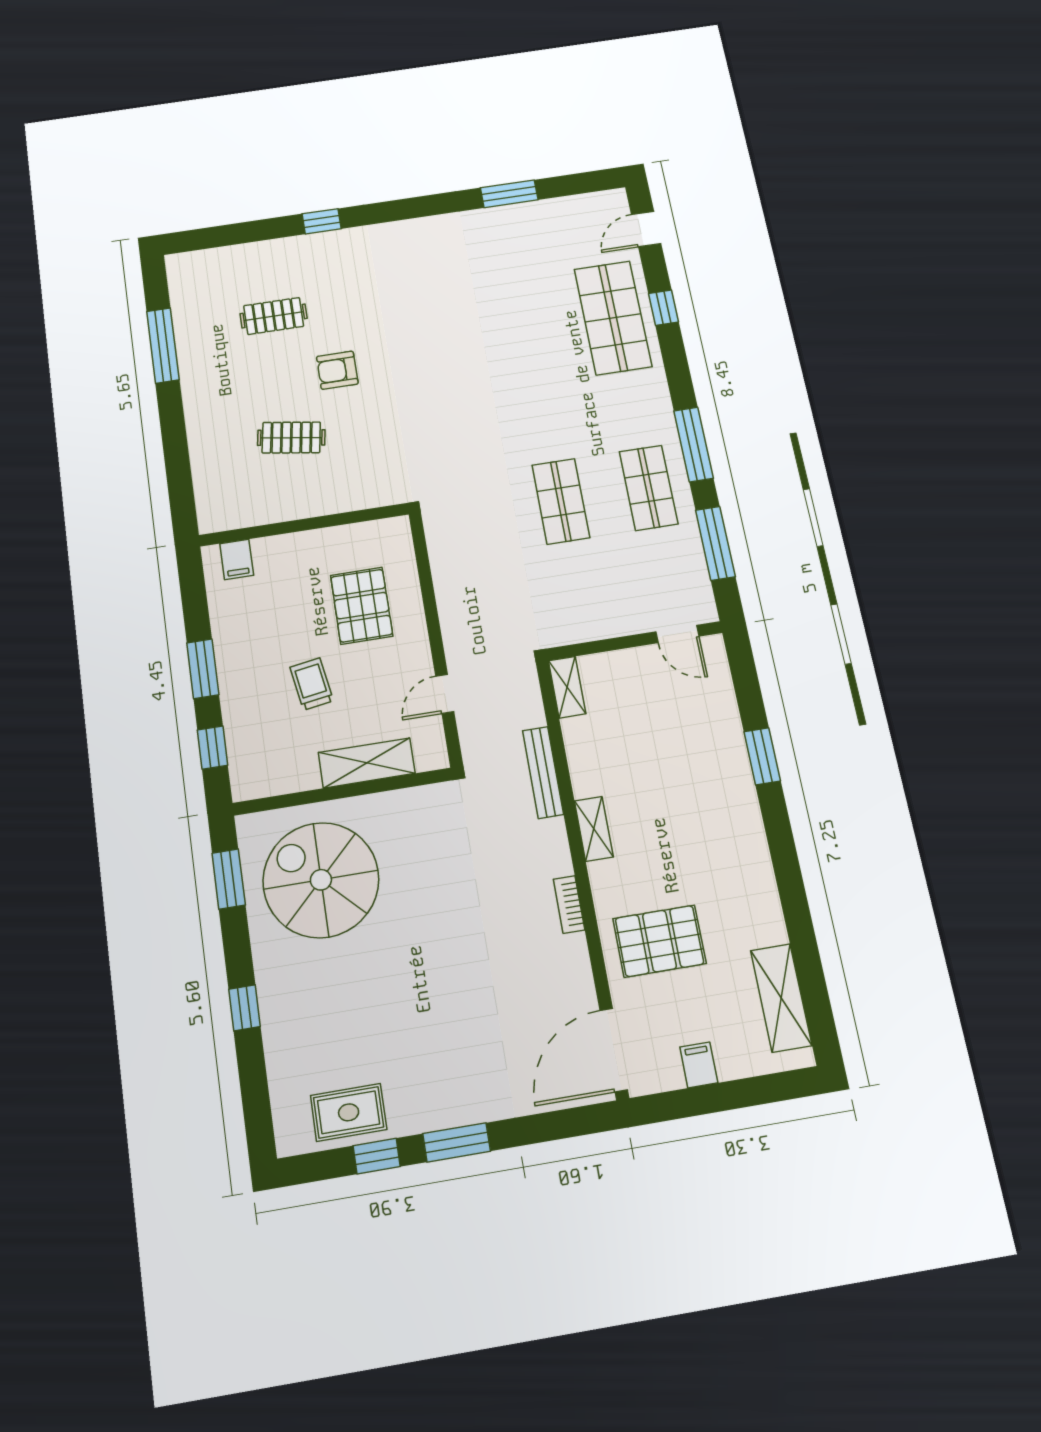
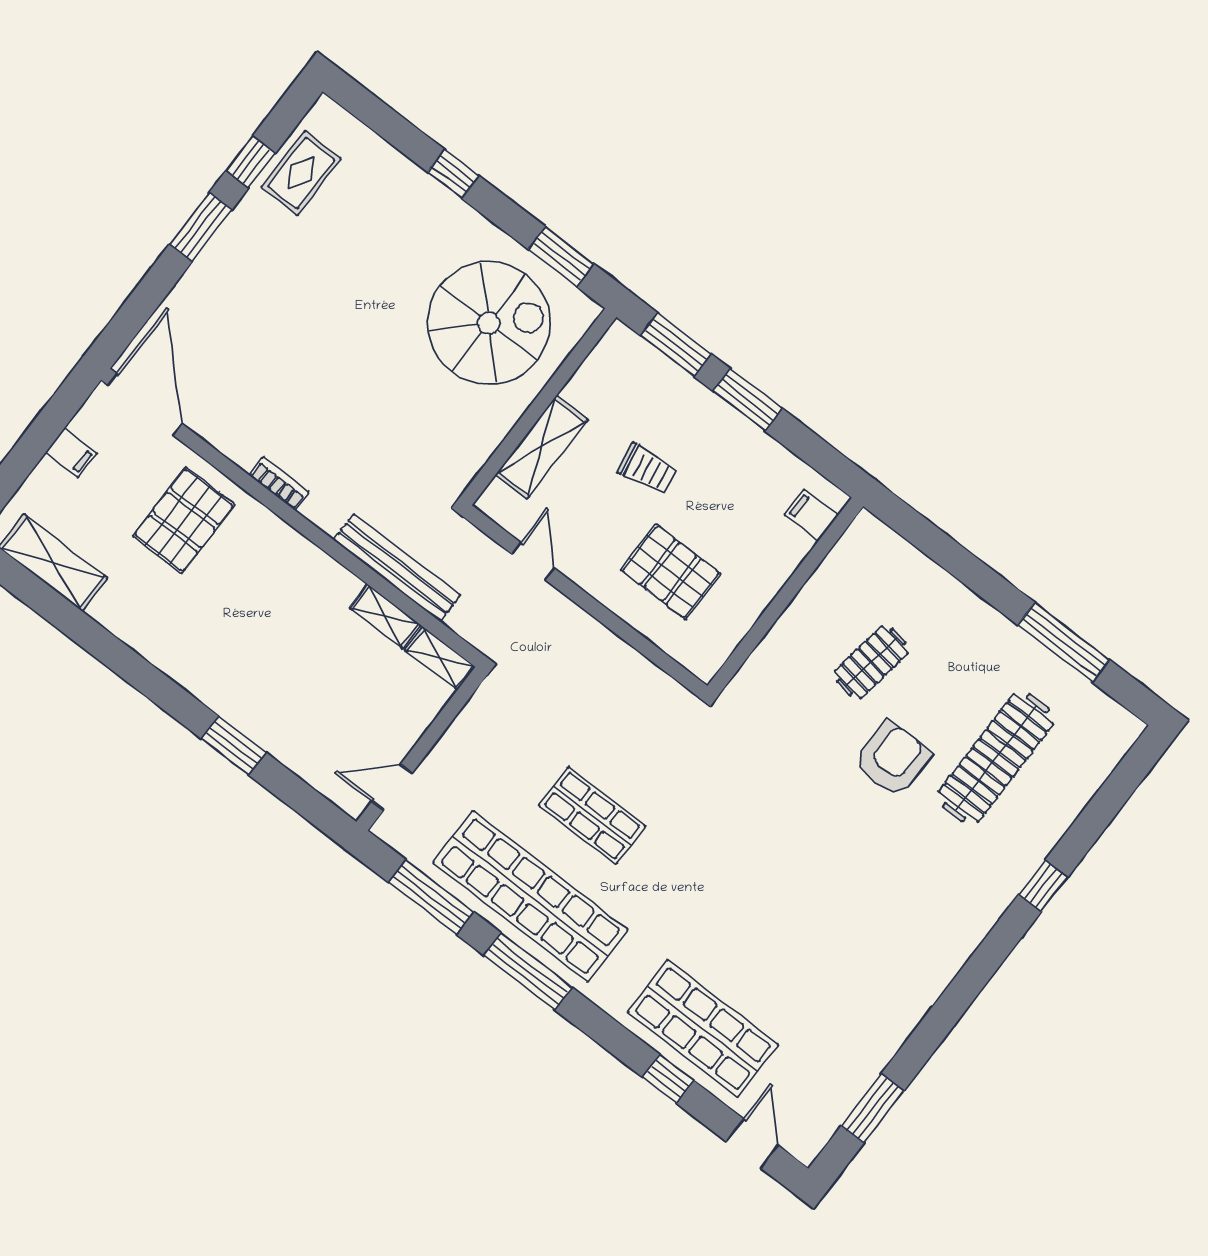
window: (509, 194) -> (872, 1108), moved
clothes rail: (274, 316) -> (996, 758), width x1.86, depth x1.31
armchair: (337, 370) -> (892, 759), width x1.38, depth x1.38
shop shelf: (649, 488) -> (530, 896), width x2.00, depth x1.36
window: (212, 748) -> (676, 345), width x1.50
bench: (543, 772) -> (397, 568), width x1.37, depth x1.21
shelving: (594, 829) -> (385, 616), moved

